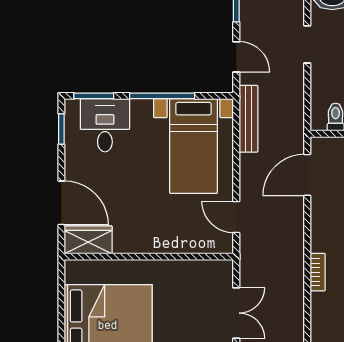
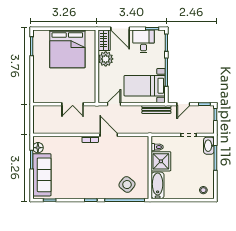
desk: (105, 125) -> (143, 41), moved, turned -90
door: (307, 175) -> (109, 135), moved
door: (61, 203) -> (120, 29), hinge flipped
plant: (132, 236) -> (106, 59), added

